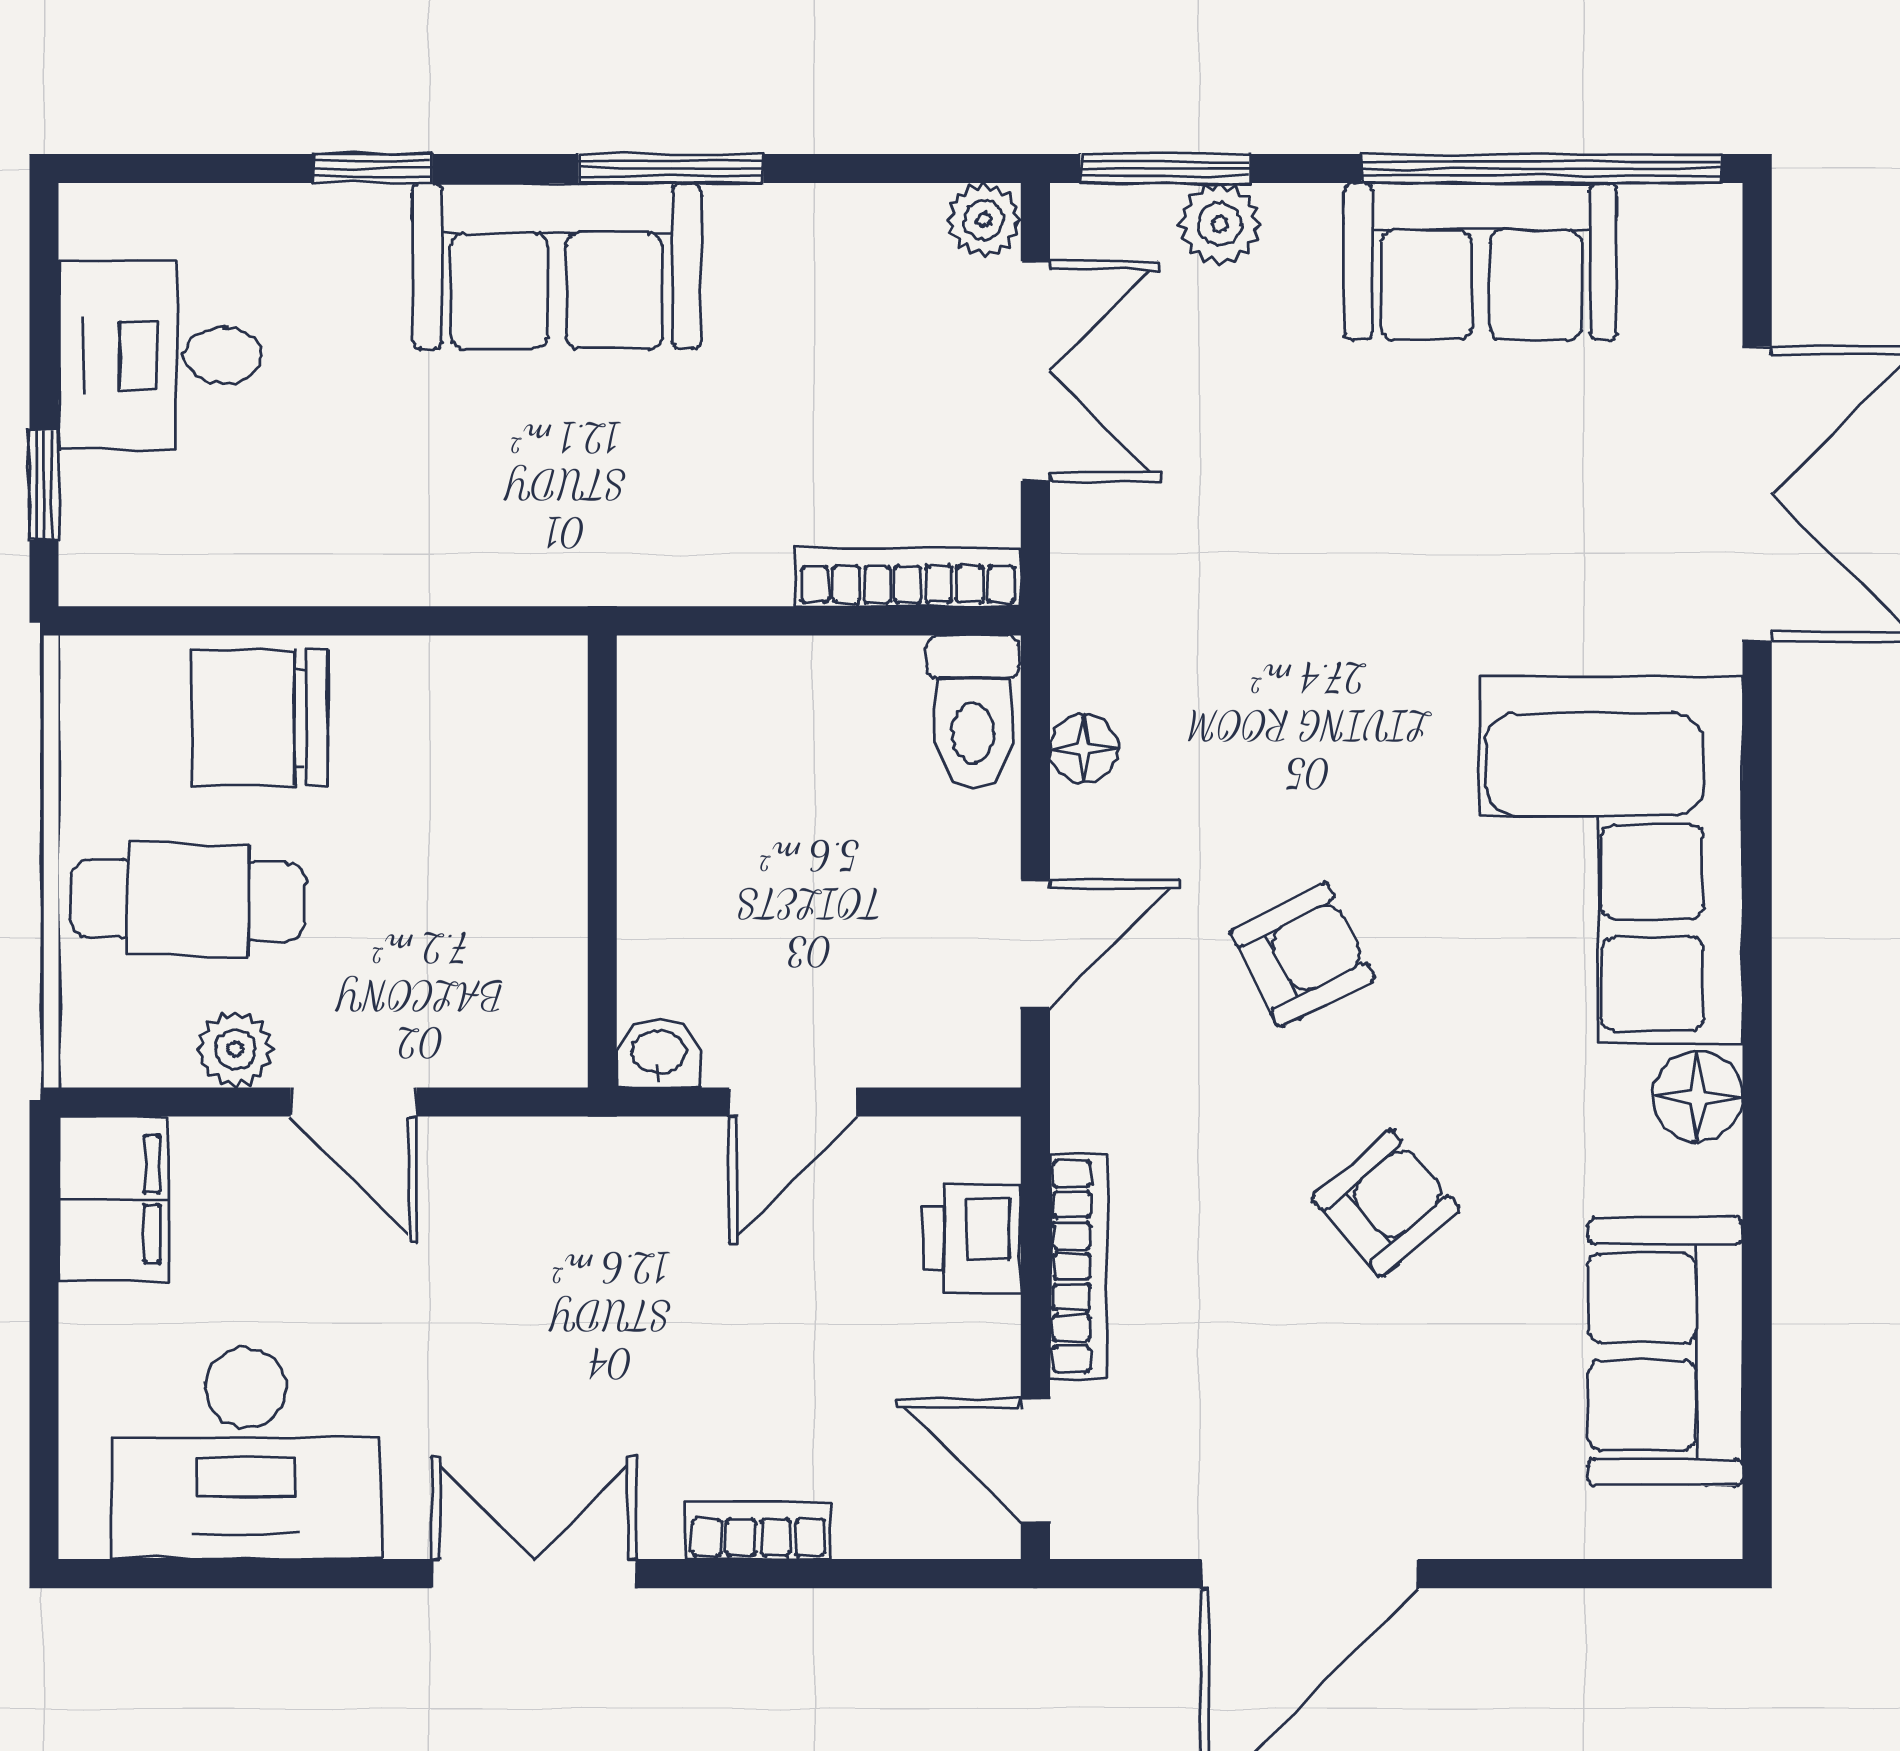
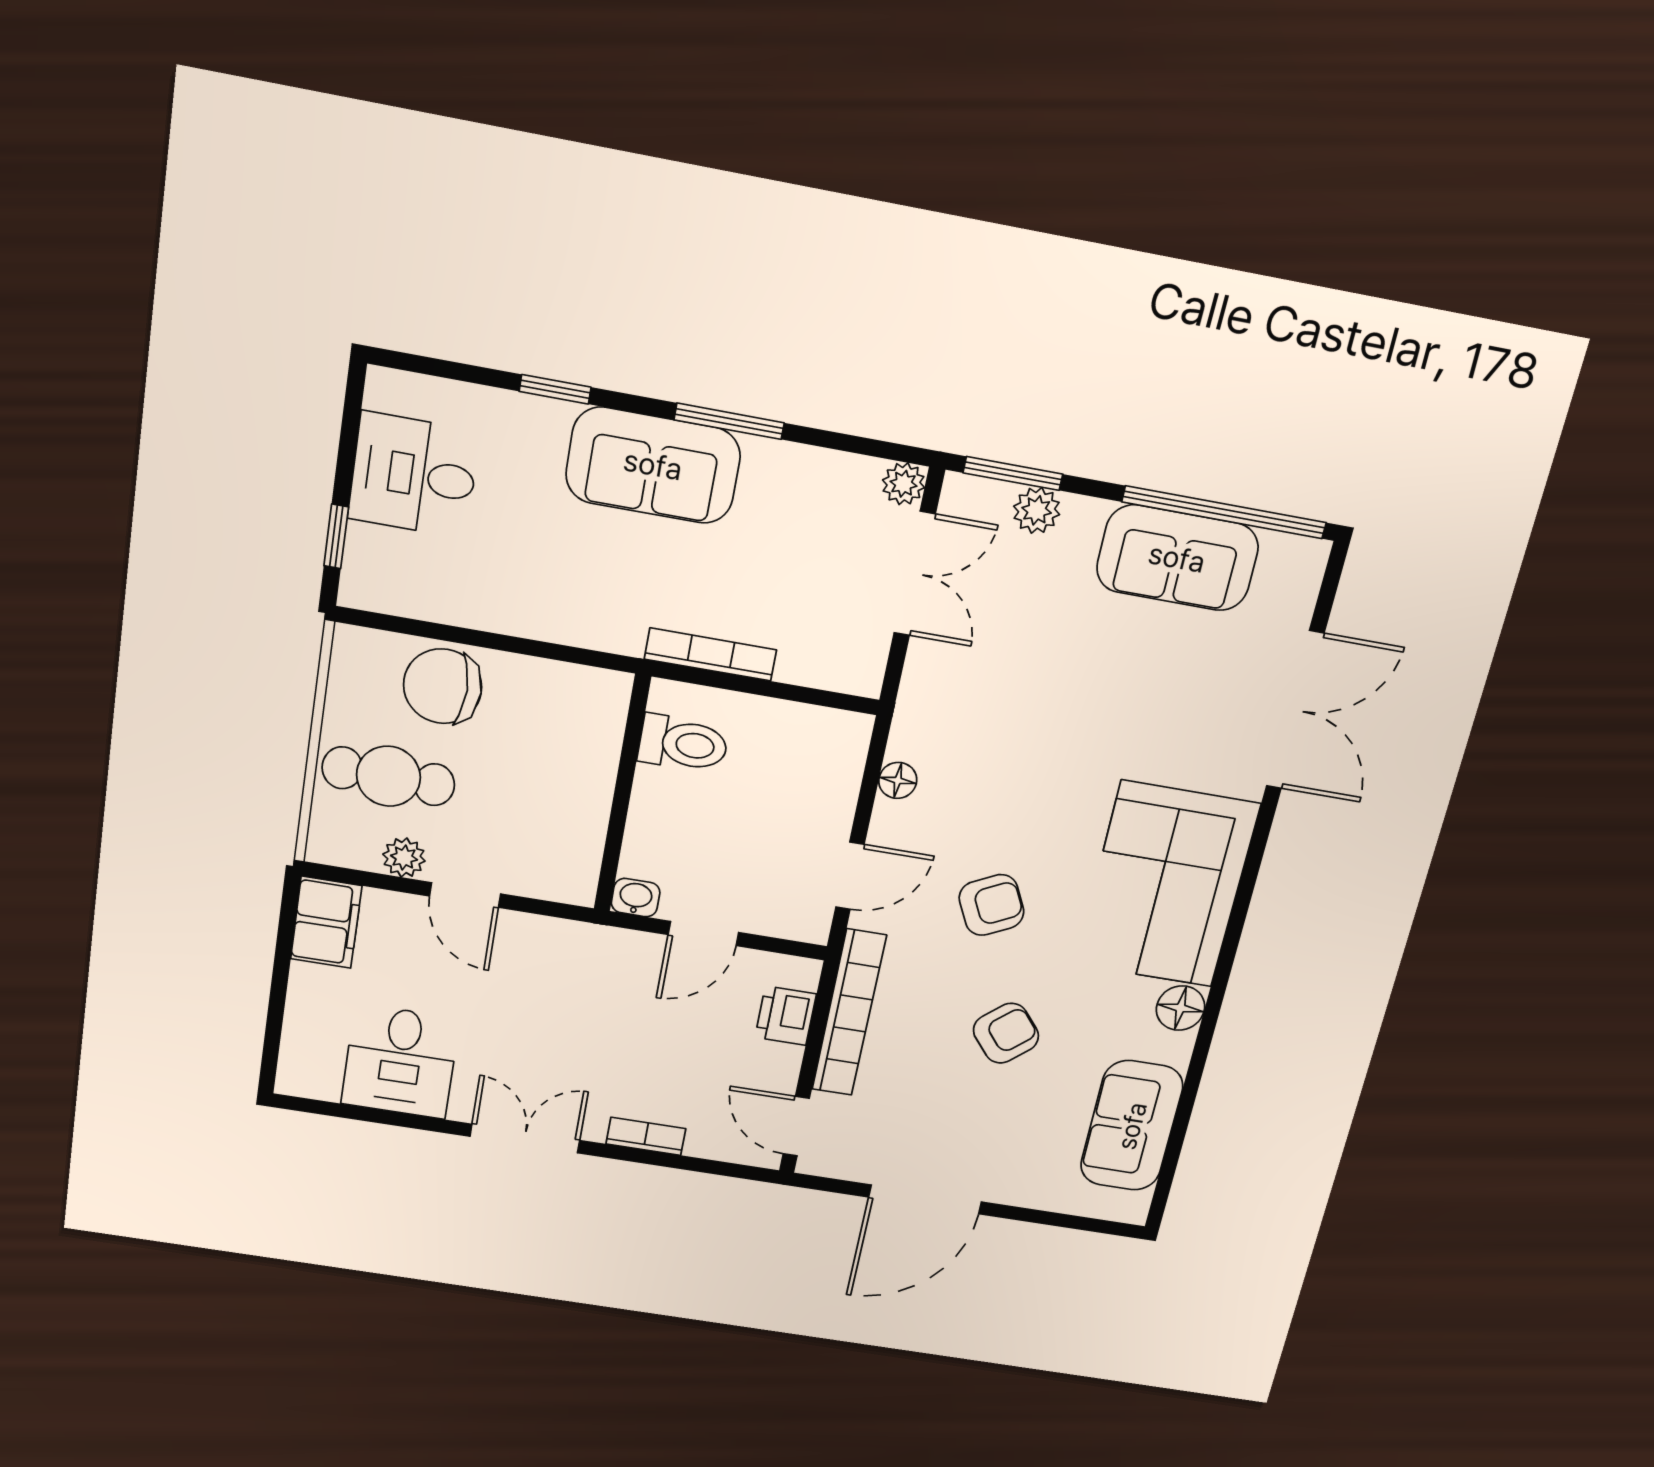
bookcase: (908, 577) -> (710, 654), moved
toilet: (973, 712) -> (683, 744), moved, turned -90
bookcase: (1079, 1266) -> (849, 1013), width x1.48, depth x1.31
desk: (246, 1454) -> (400, 1061), width x0.73

